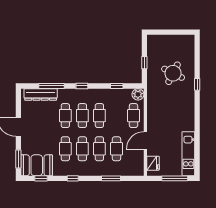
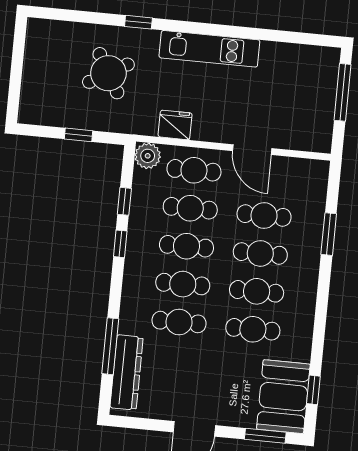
round table: (173, 73) -> (108, 73), turned 33
window: (82, 86) -> (120, 244), moved
cafe table: (116, 116) -> (190, 208), added
kitchen unit: (188, 154) -> (209, 49), moved
fridge: (153, 163) -> (175, 125), moved
window: (73, 178) -> (320, 319), removed

